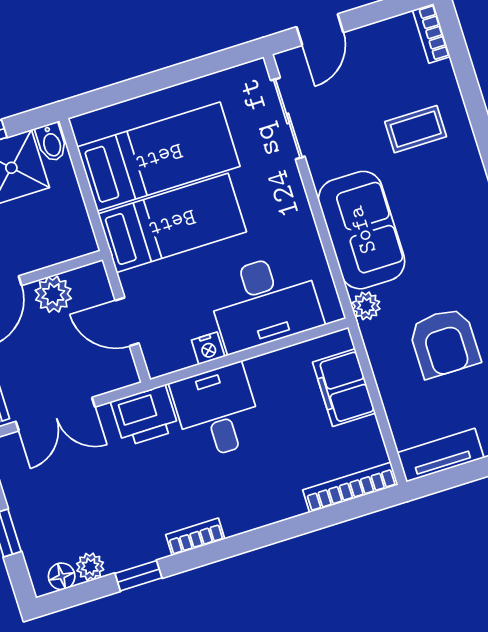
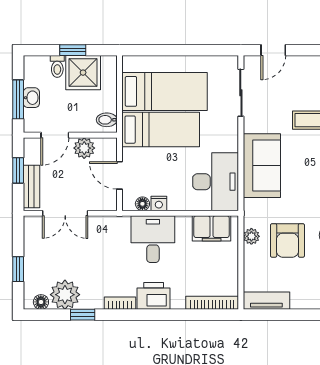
bidet: (51, 142) -> (107, 120), moved, turned 90
desk: (265, 302) -> (216, 182), moved, turned -90
plant: (366, 306) -> (251, 236), moved
floor lamp: (181, 357) -> (142, 204), added
filing cabinet: (344, 388) -> (212, 228), moved, turned -90
printer: (145, 416) -> (154, 296), moved, turned 180
plant: (90, 567) -> (65, 295), width x1.87, depth x1.87

